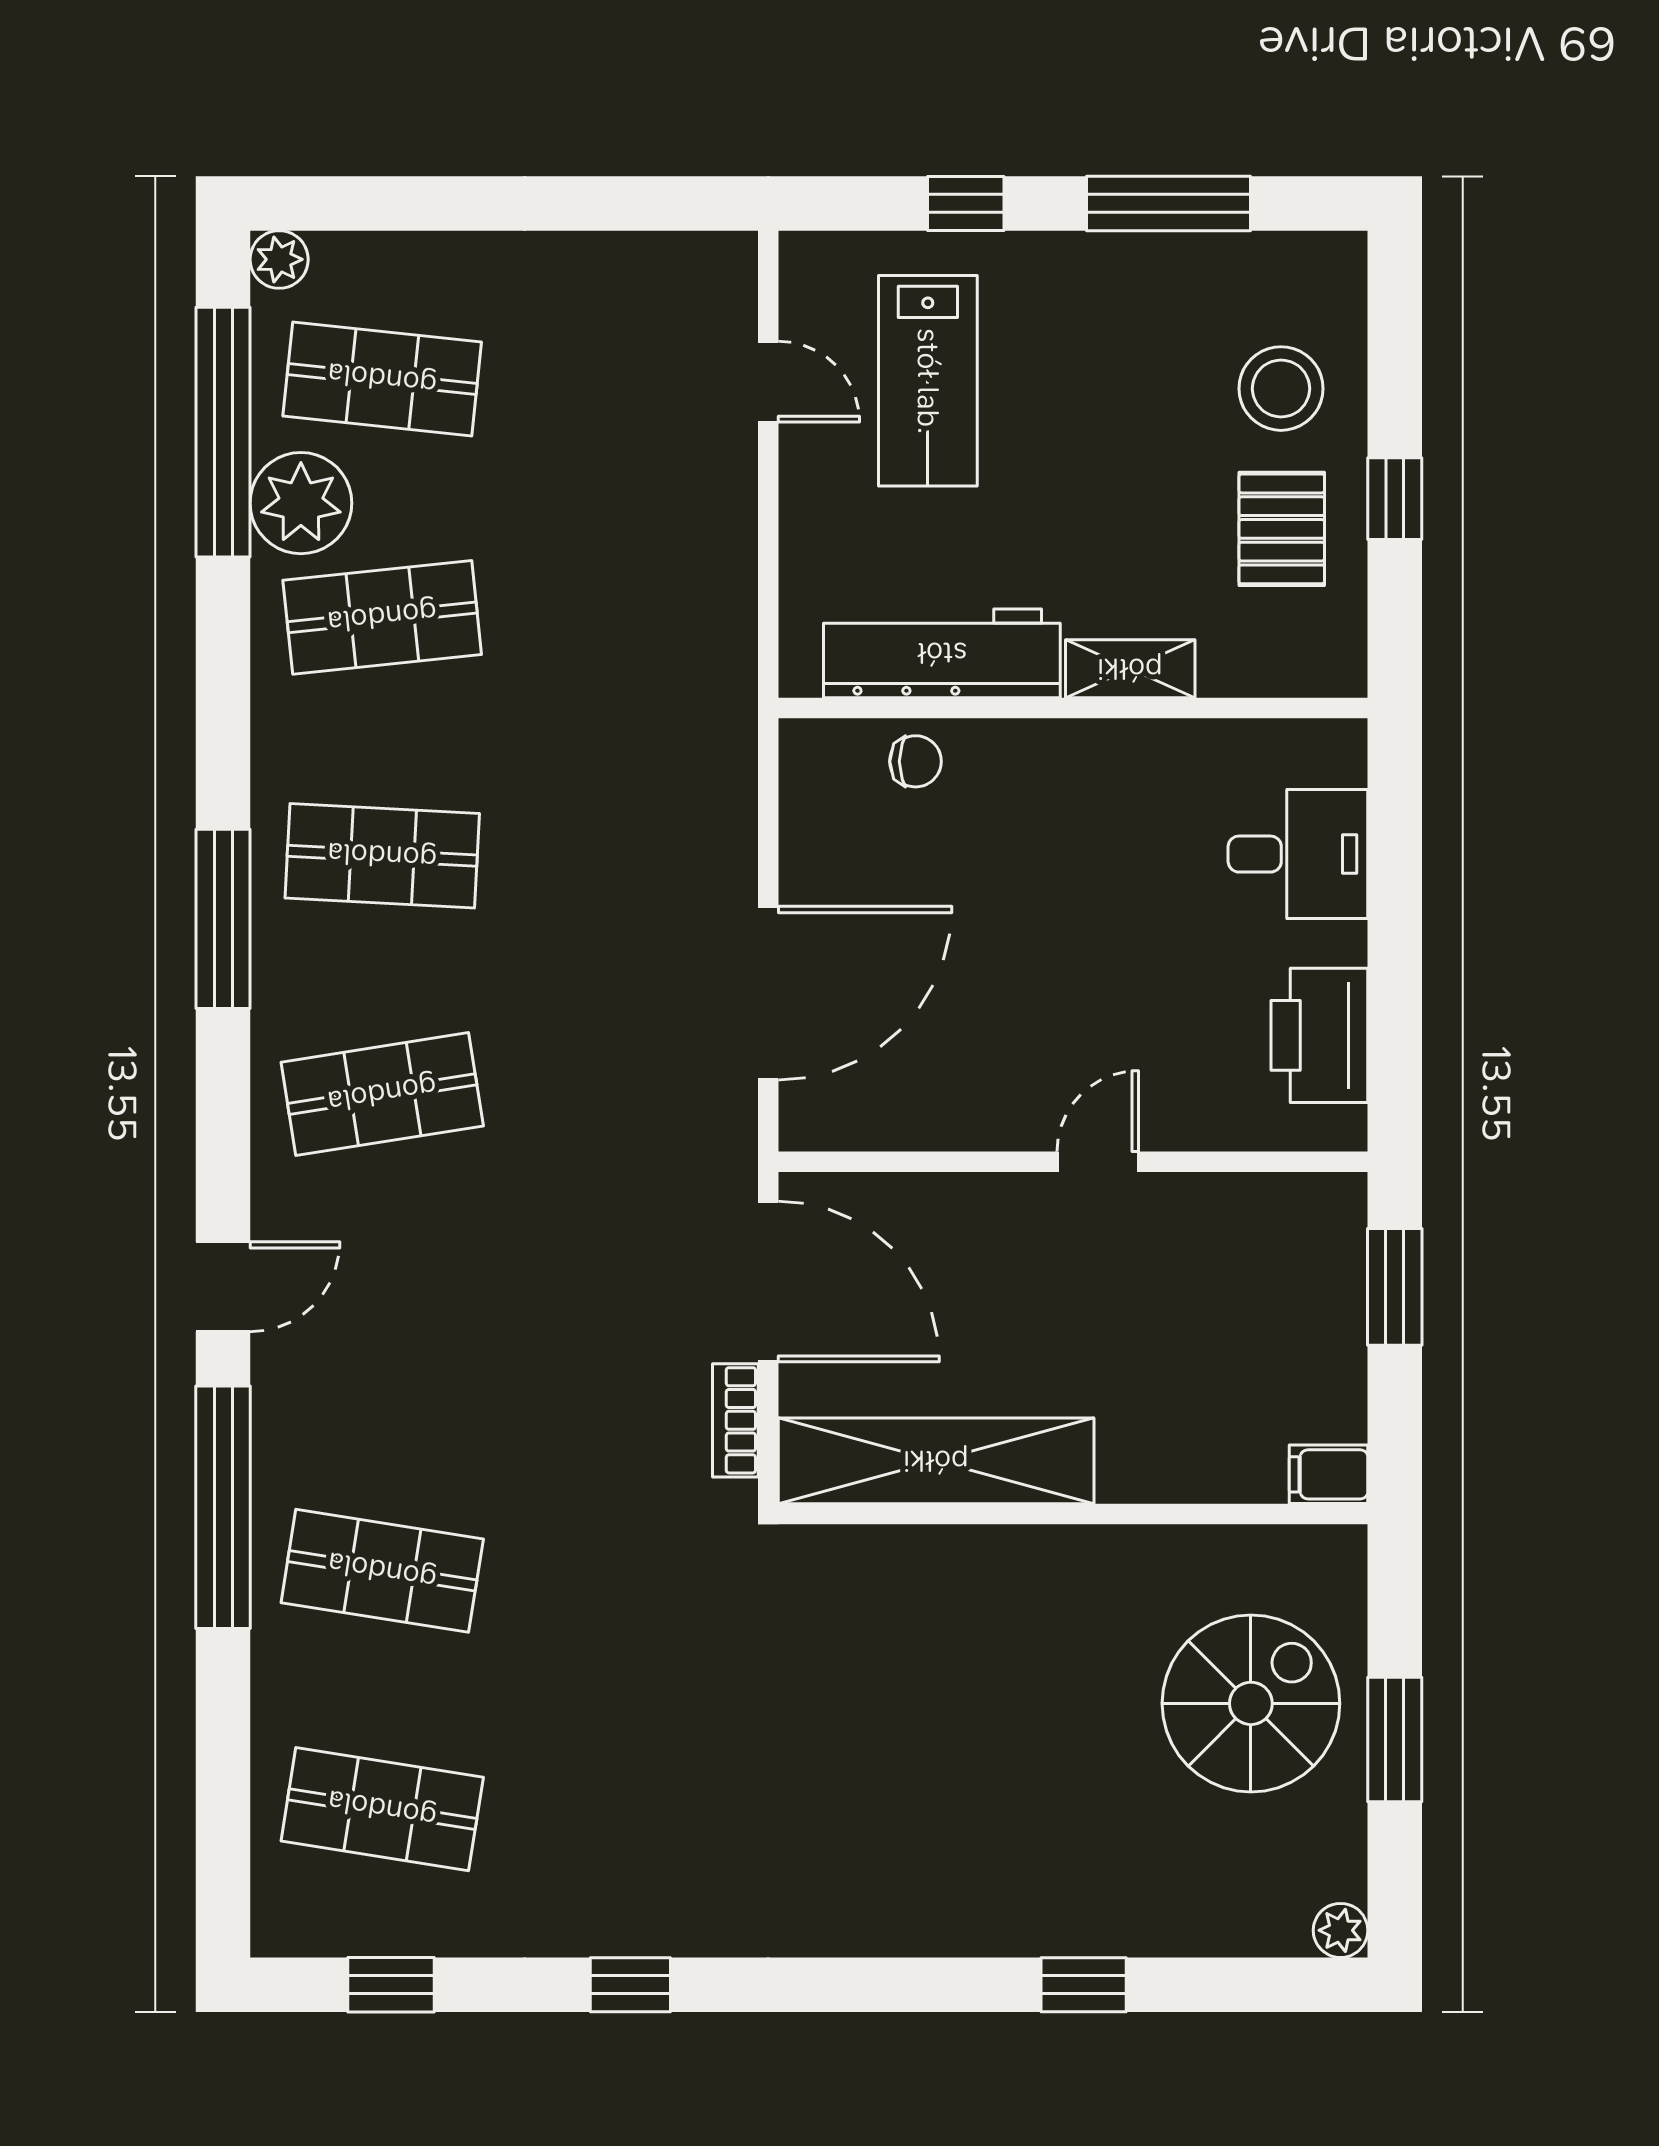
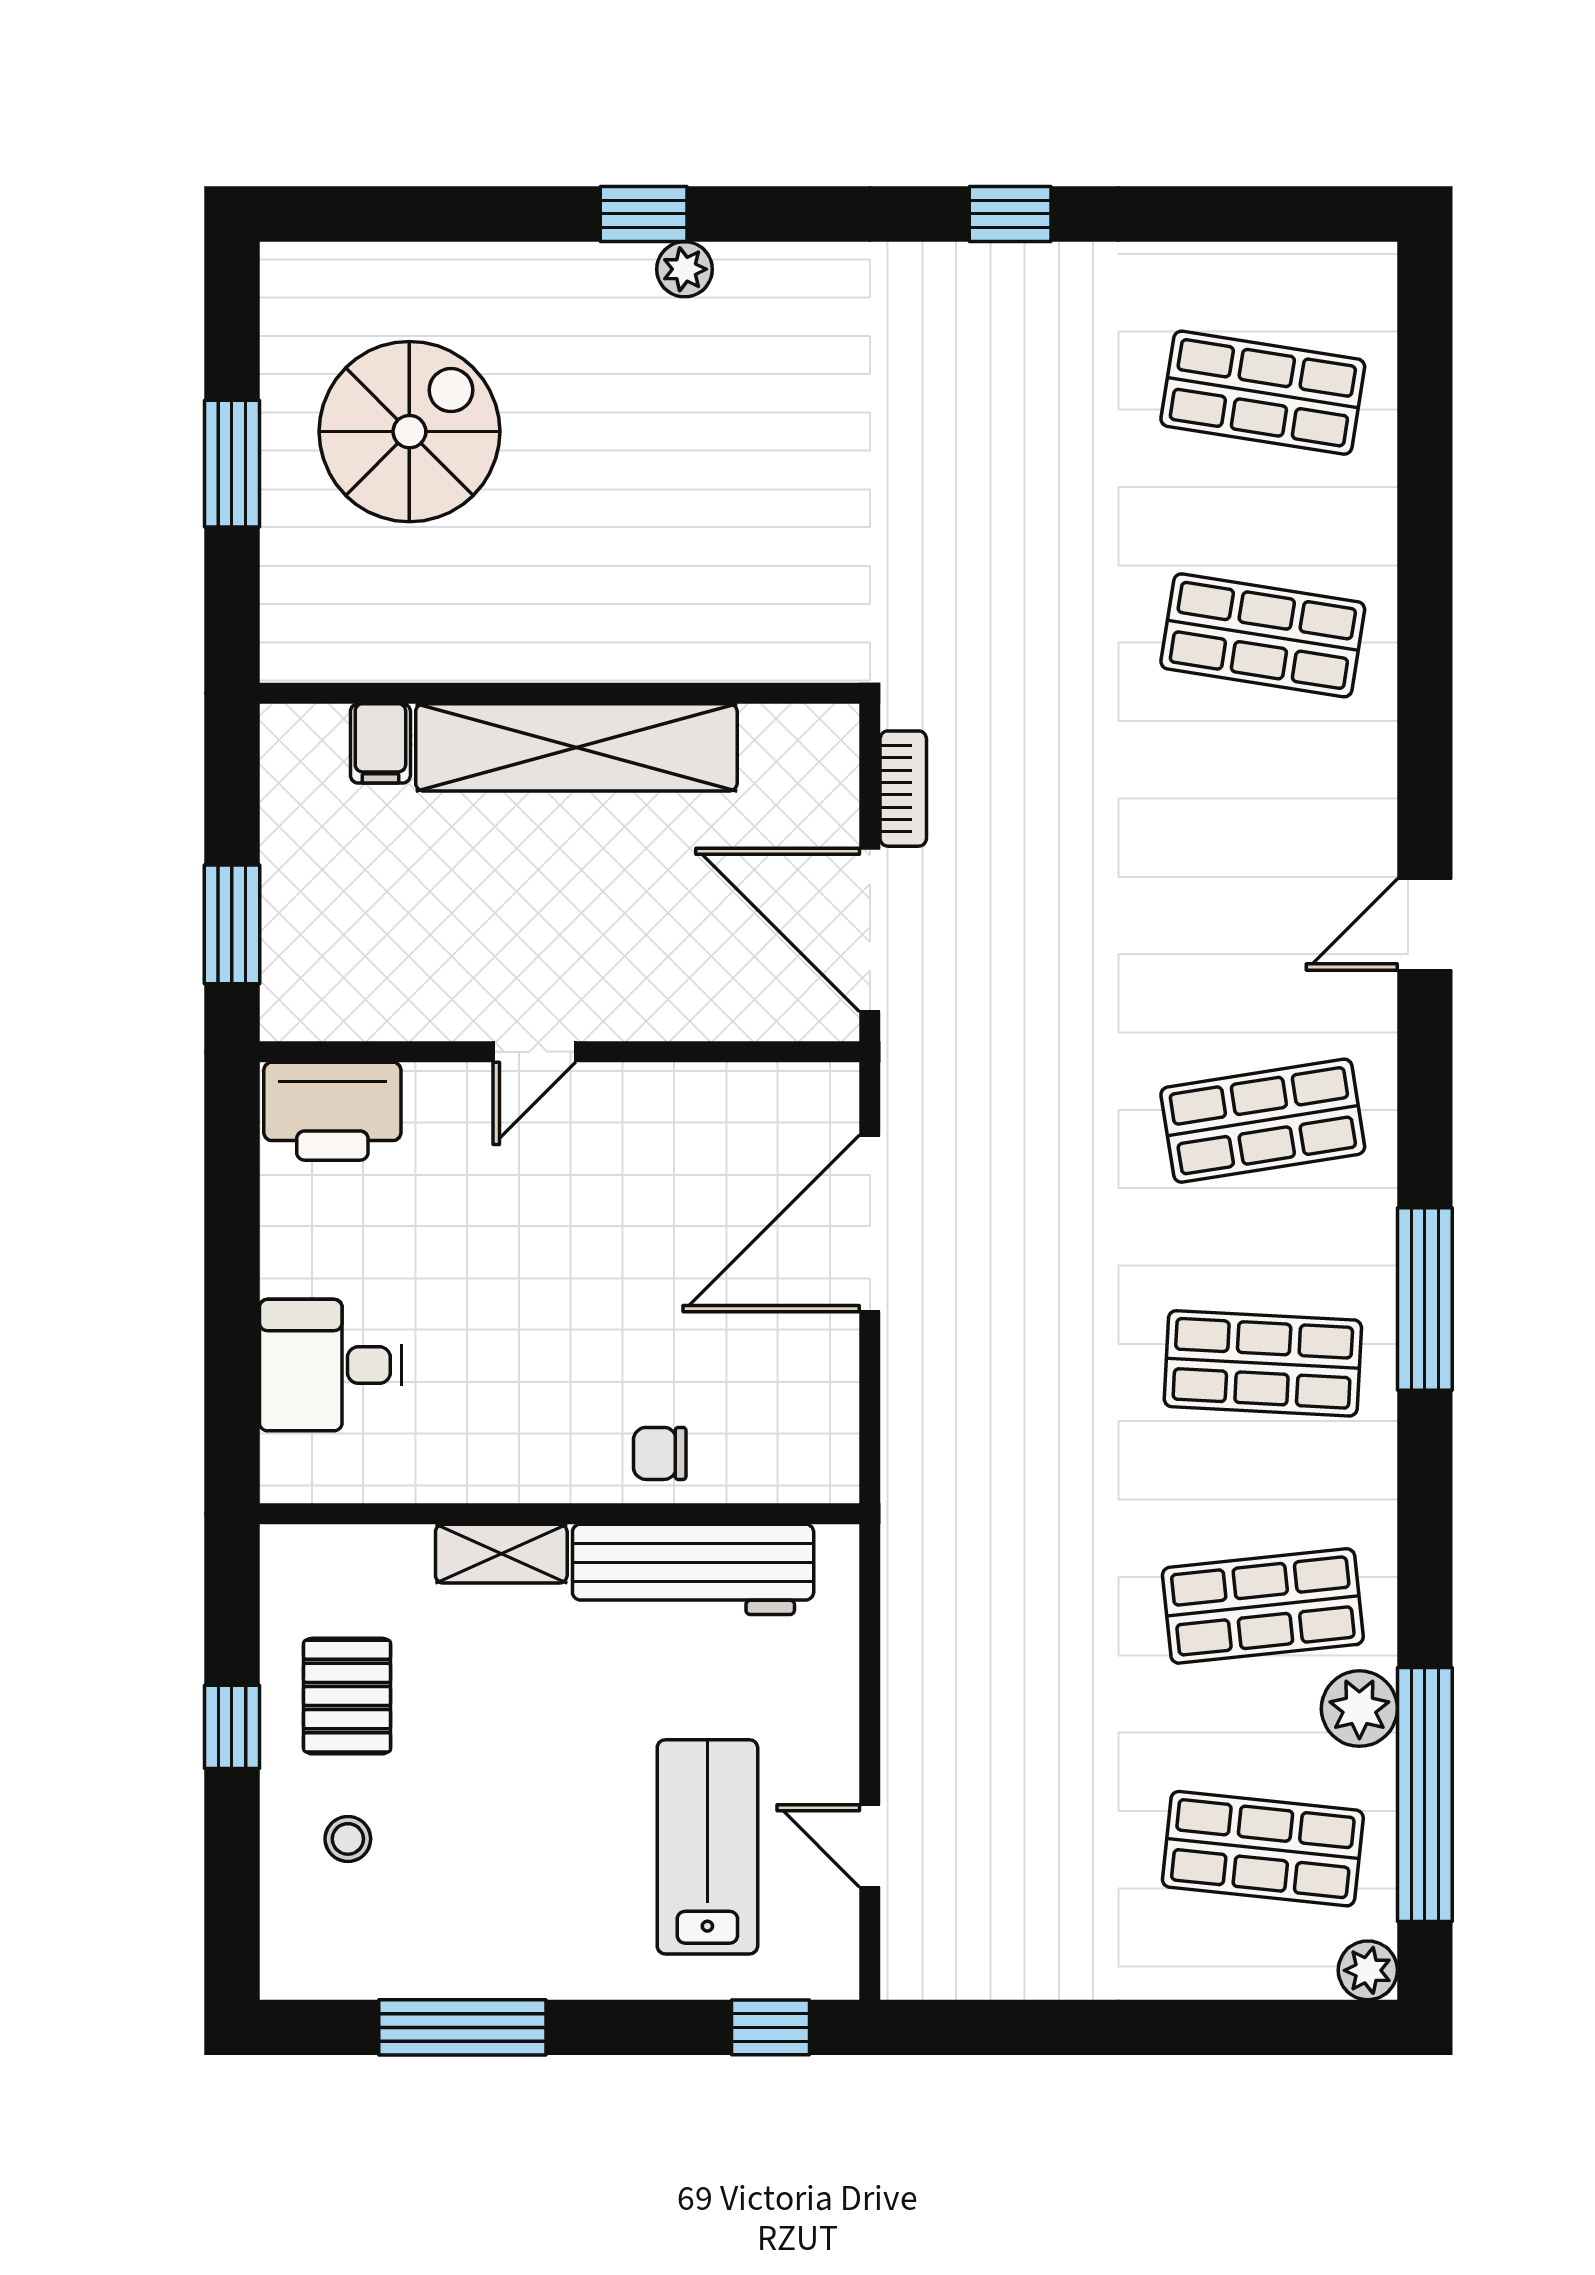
window: (966, 203) -> (770, 2027), moved
stool: (1281, 389) -> (348, 1839), width x0.53, depth x0.53
plant: (301, 503) -> (1359, 1709), width x0.73, depth x0.73
chair: (916, 761) -> (660, 1453), moved
printer: (1319, 1035) -> (332, 1111), moved, turned 90
shelving: (936, 1461) -> (576, 747), moved
filing cabinet: (1329, 1474) -> (380, 743), moved, turned 90
window: (223, 1507) -> (1425, 700), removed
spiral stairs: (1251, 1703) -> (409, 432), moved, turned 180
plant: (1341, 1930) -> (685, 269), moved
window: (391, 1985) -> (1254, 214), removed
window: (1084, 1985) -> (644, 214), moved

